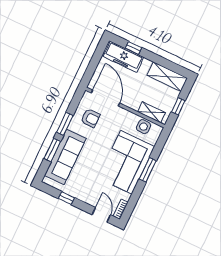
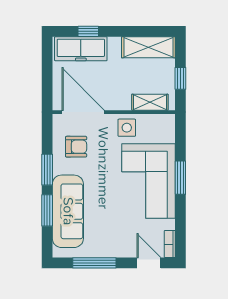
side table: (143, 127) -> (127, 128), moved
window: (66, 198) -> (94, 263), width x2.17

